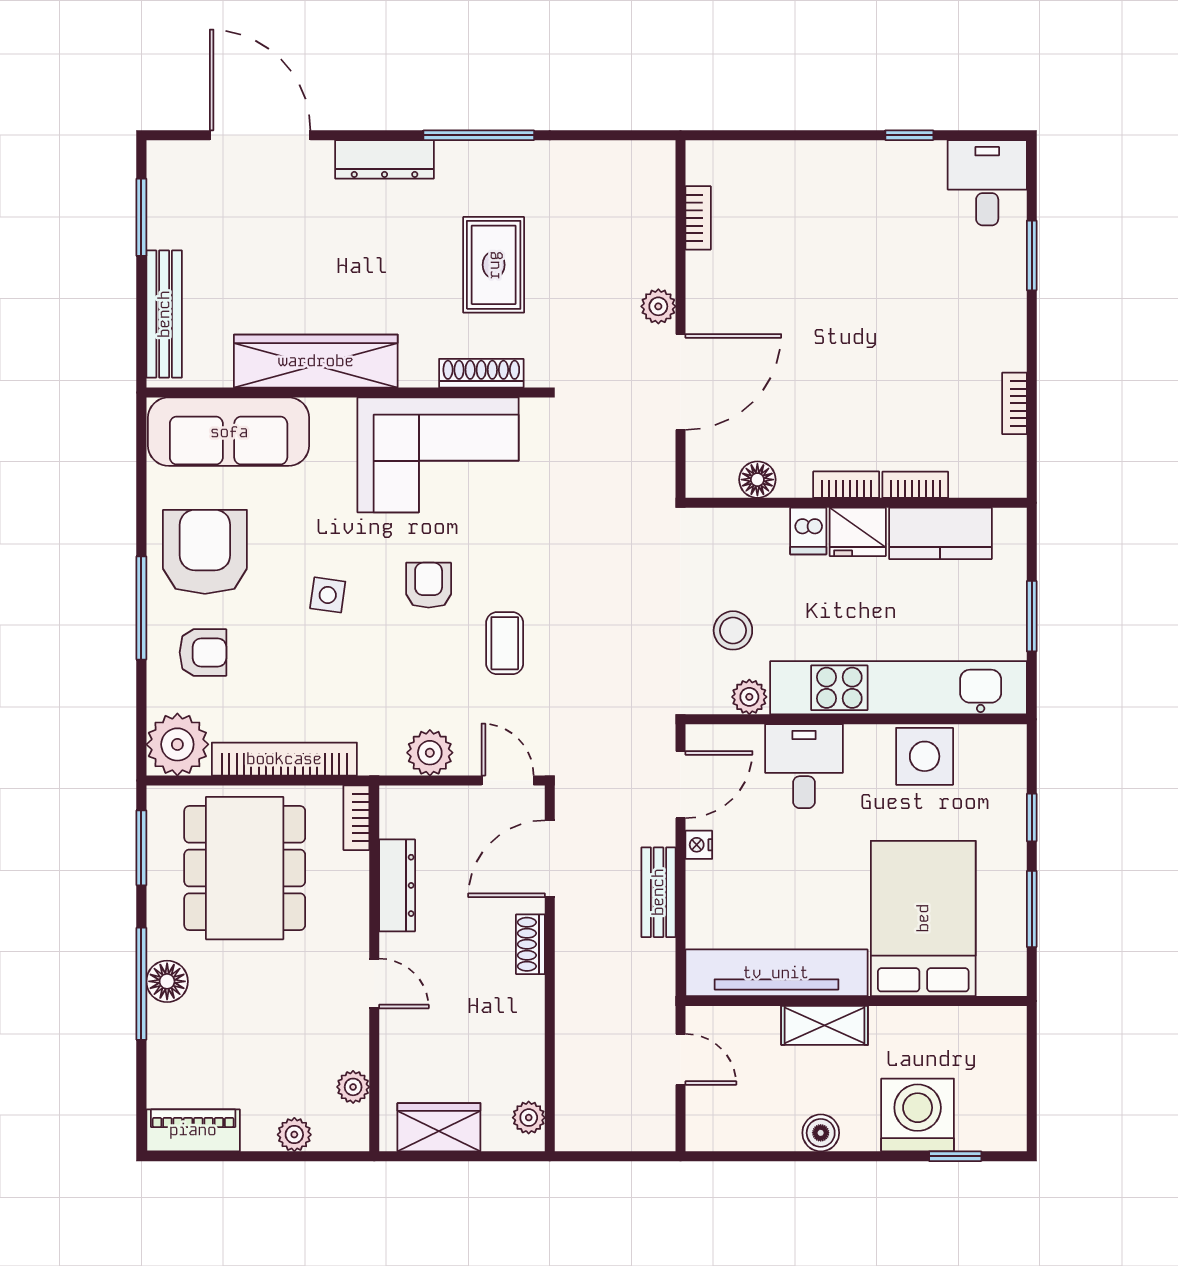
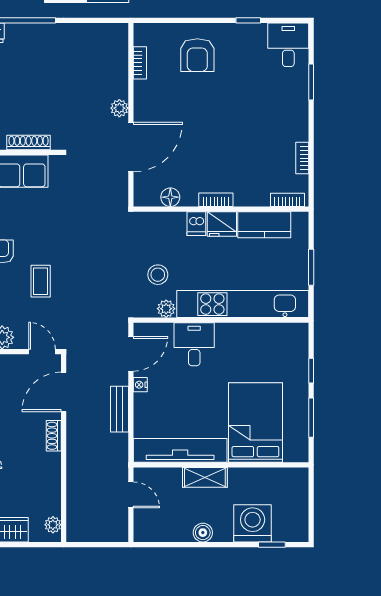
armchair: (810, 203) -> (197, 55), added
rug: (494, 265) -> (35, 87), removed
bookcase: (915, 485) -> (287, 200), moved
side table: (925, 756) -> (256, 339), removed

